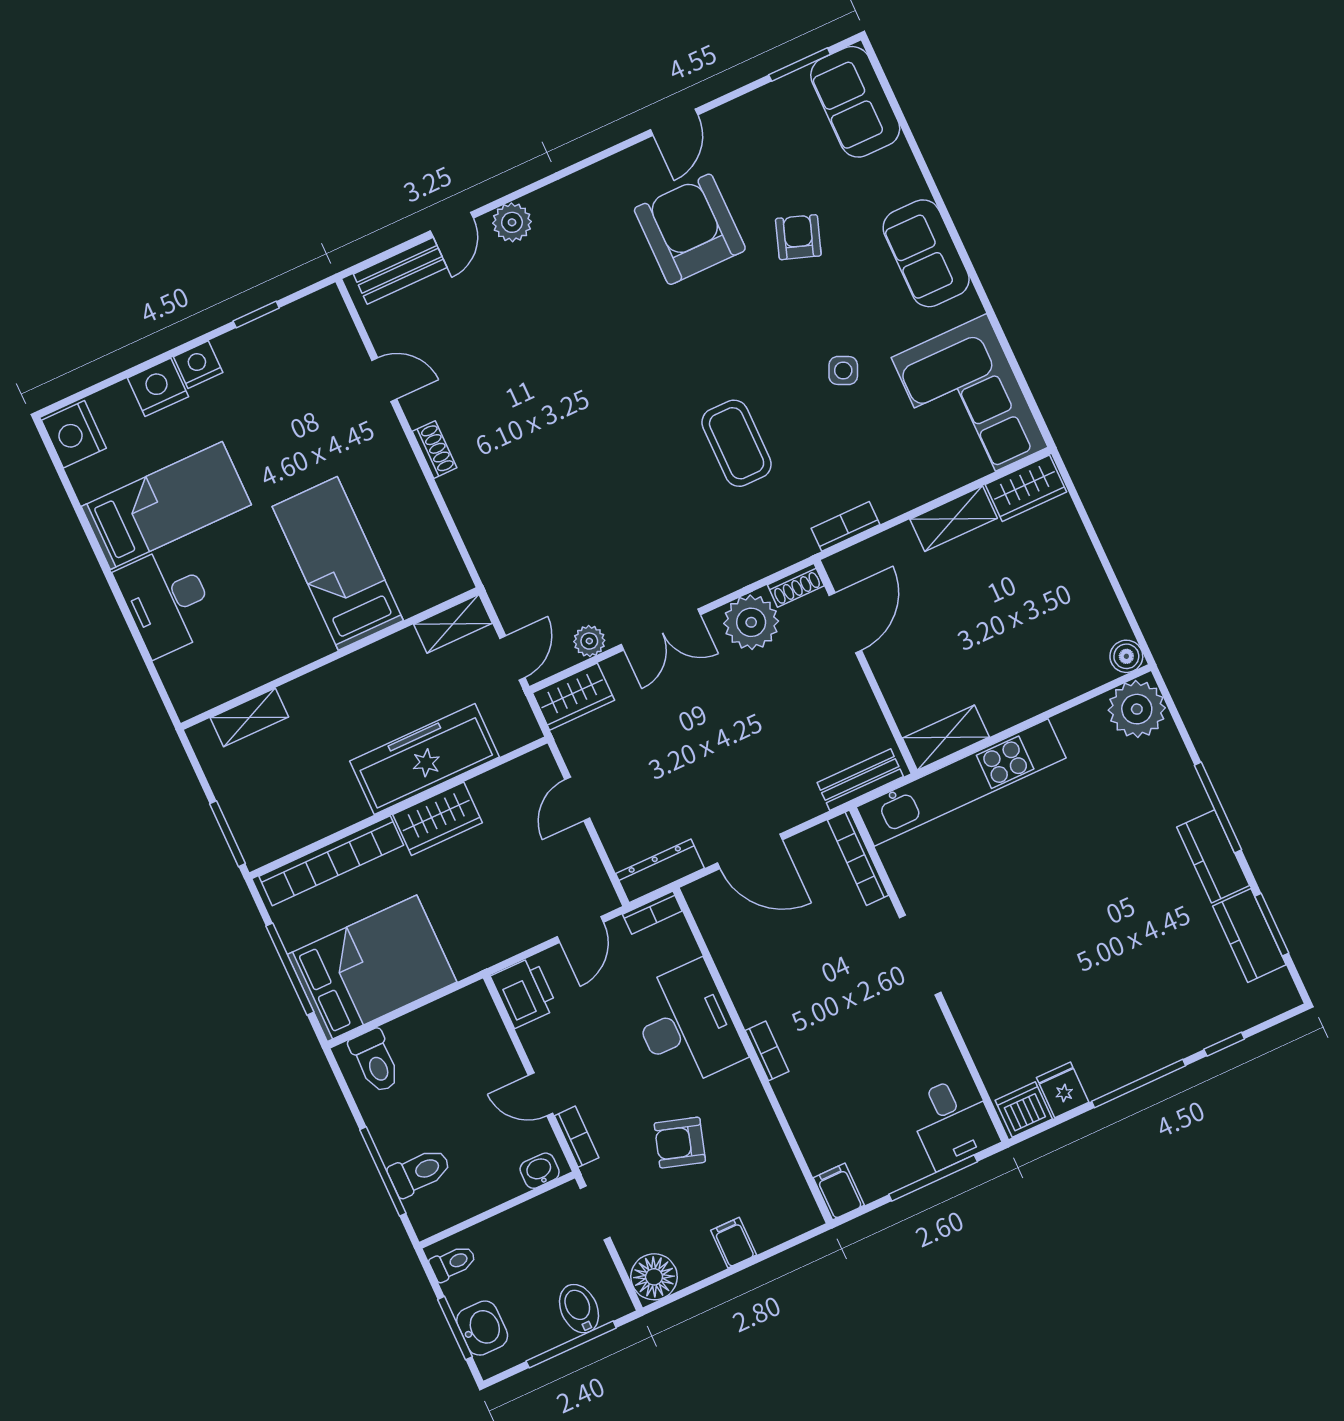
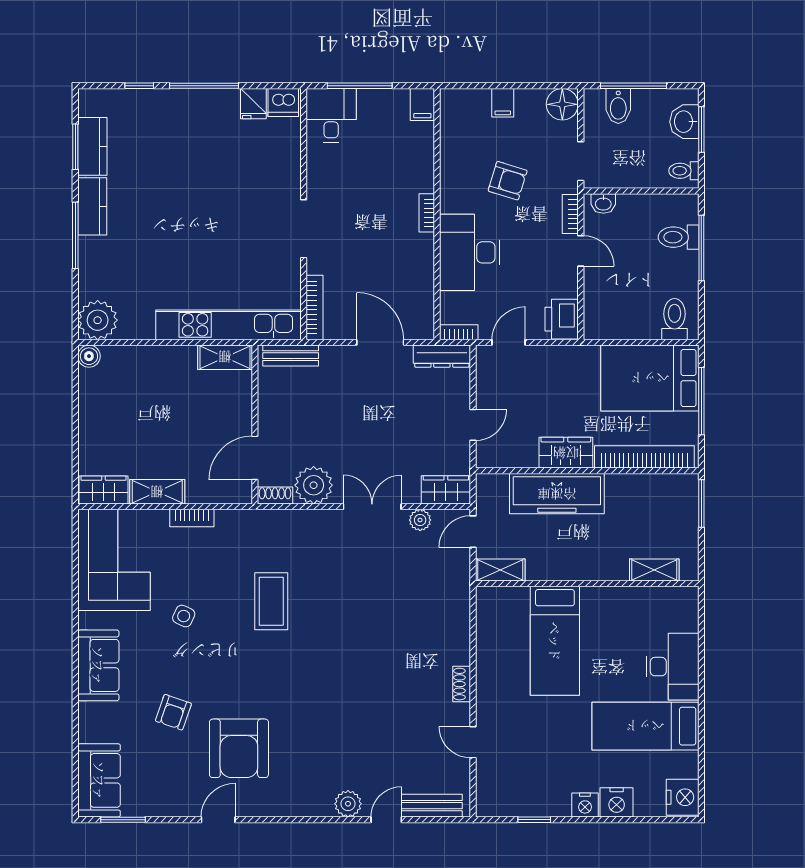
bookcase: (846, 526) -> (192, 518), moved

